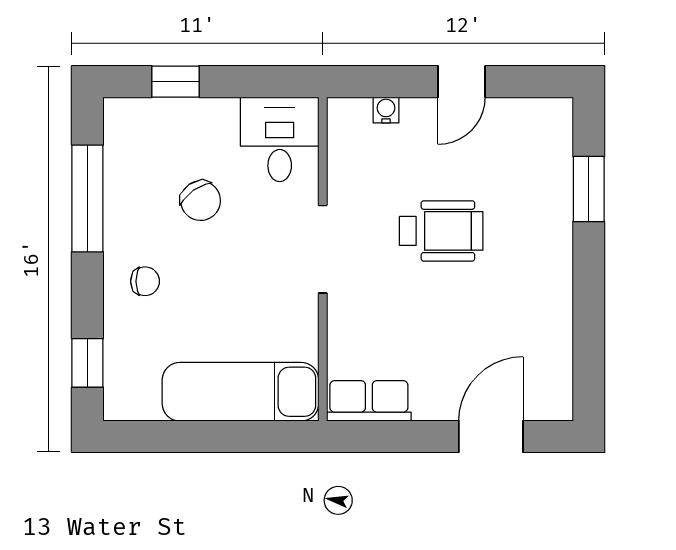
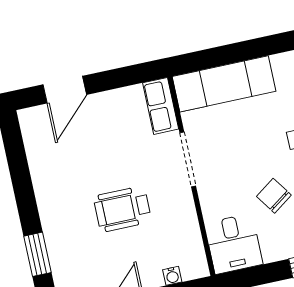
doorway: (323, 249) -> (188, 159), moved
row of seats: (369, 401) -> (161, 106), moved, turned 90

